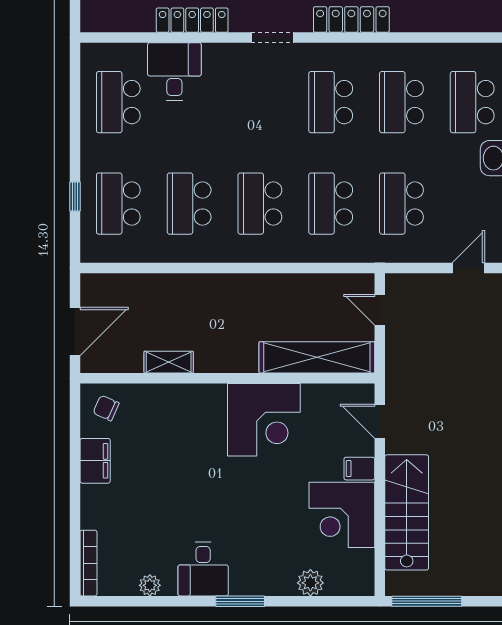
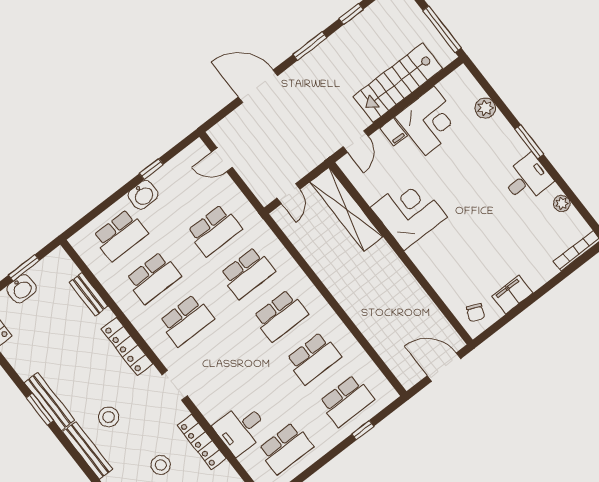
bench: (436, 22) -> (89, 294), added
shelving: (169, 362) -> (419, 296), removed

